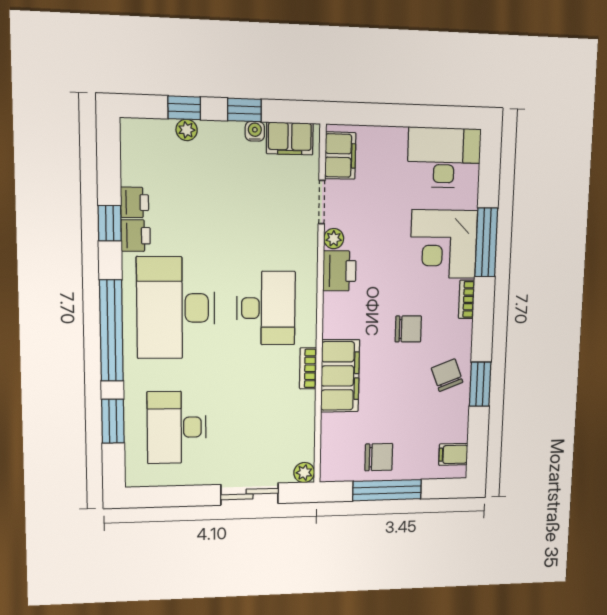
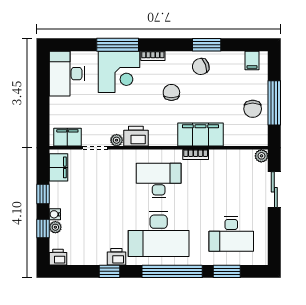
water cooler: (255, 131) -> (55, 214), moved
printer: (135, 202) -> (58, 257), moved
chair: (379, 457) -> (253, 109), turned 180

